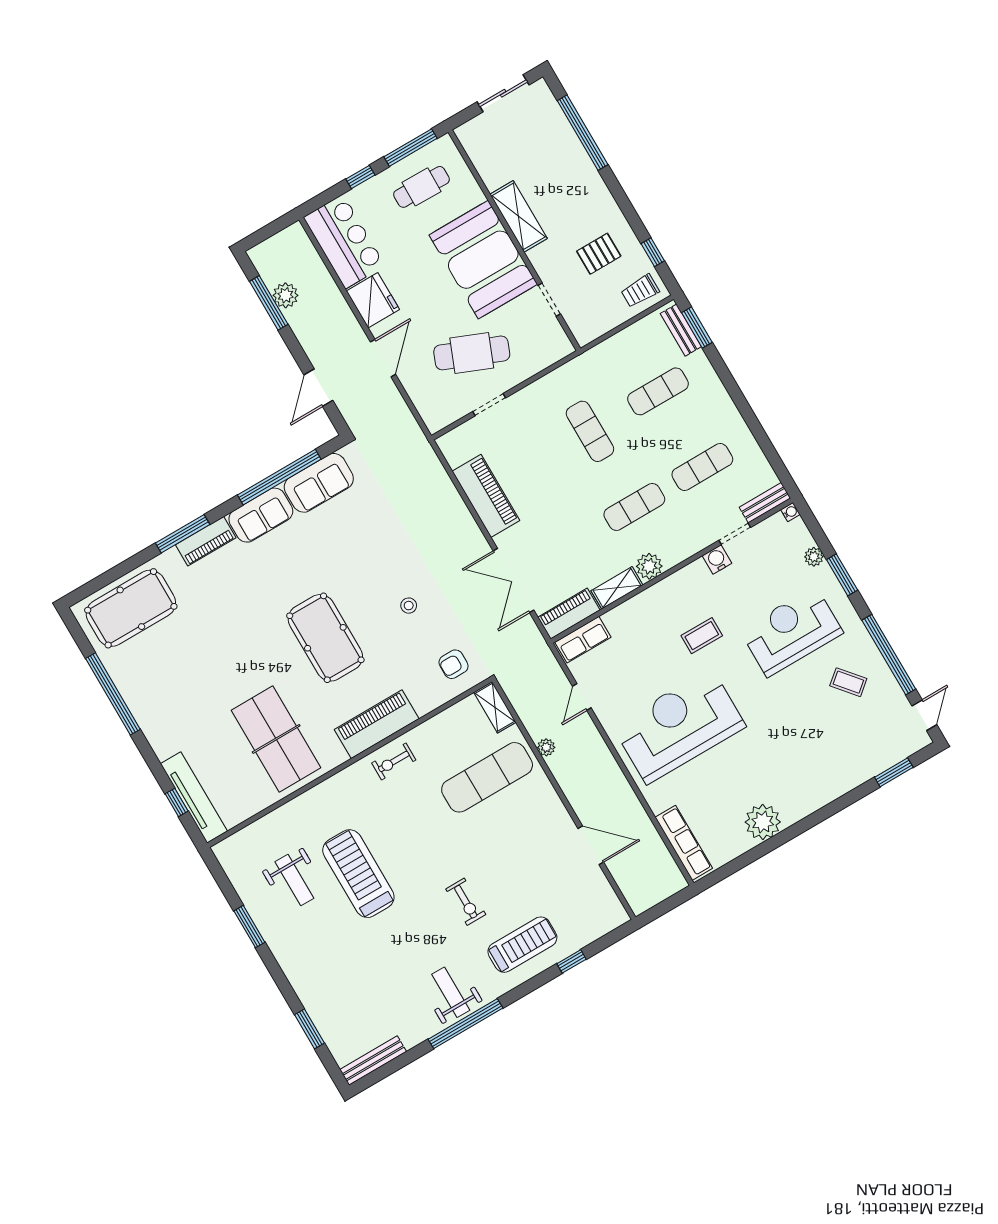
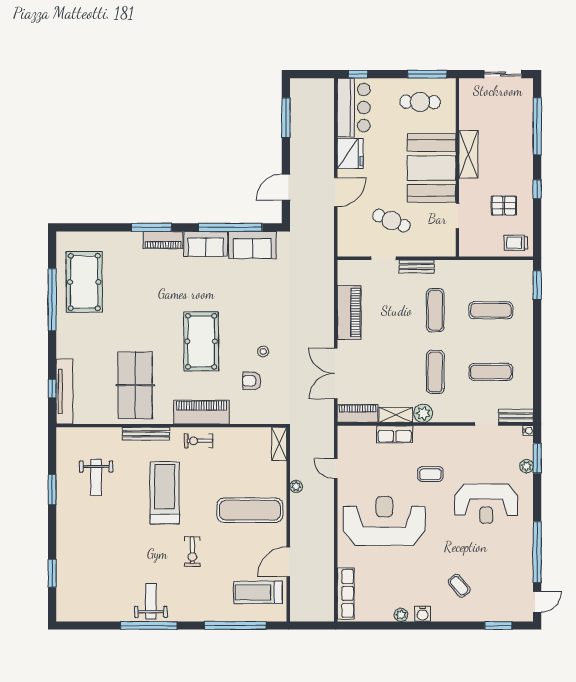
window: (360, 177) -> (358, 74), moved
window: (653, 252) -> (537, 189), moved
plant: (286, 295) -> (299, 119), removed
bench: (681, 330) -> (417, 266), moved, turned 90
cafe table: (472, 353) -> (391, 221), width x0.73, depth x0.74
exercise mat: (634, 507) -> (435, 372), turned 90
water cooler: (717, 559) -> (423, 614), moved, turned 180
window: (842, 575) -> (537, 458), moved
pool table: (131, 608) -> (84, 282), moved, turned 90
reception desk: (791, 632) -> (486, 504), turned 180
row of seats: (583, 640) -> (395, 434), moved
armchair: (454, 664) -> (252, 381), moved
coffee table: (848, 682) -> (459, 586), moved
door: (582, 697) -> (336, 469), hinge flipped
exercise mat: (487, 777) -> (250, 510), moved
plant: (763, 822) -> (401, 615), width x0.53, depth x0.53
door: (591, 845) -> (288, 562), swing flipped
treadmill: (358, 874) -> (165, 493), moved
treadmill: (522, 945) -> (258, 592), moved, turned 180
window: (572, 961) -> (235, 625), width x3.17
bench: (373, 1060) -> (146, 434), moved

